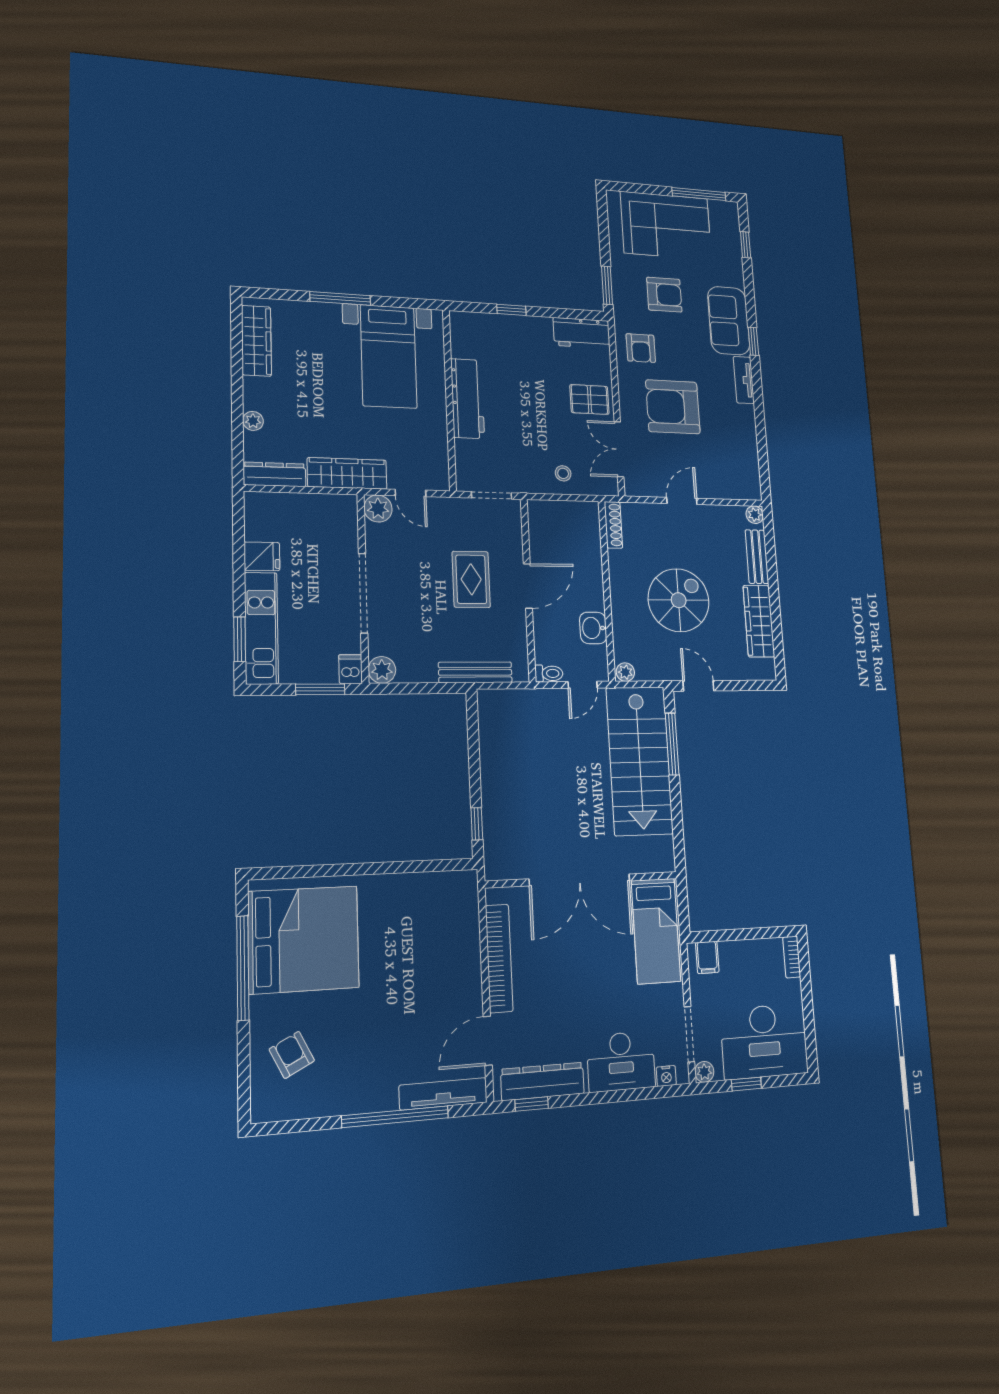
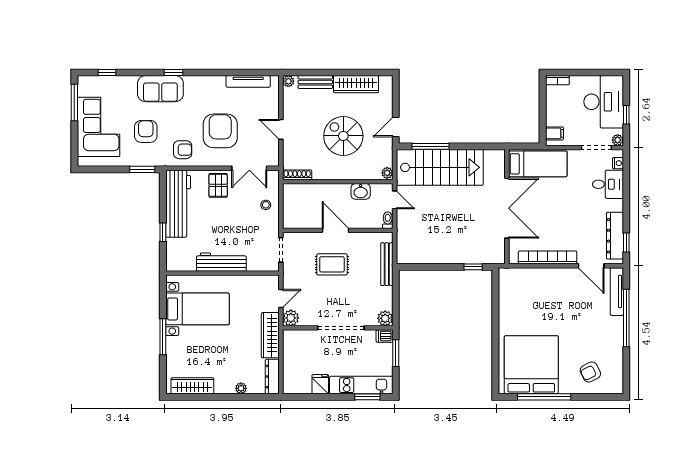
workbench: (582, 333) -> (178, 204), width x1.88, depth x1.32
tv unit: (744, 380) -> (248, 81), moved, width x1.41
armchair: (673, 407) -> (220, 131), turned 180
desk: (621, 1061) -> (608, 184), width x0.73

